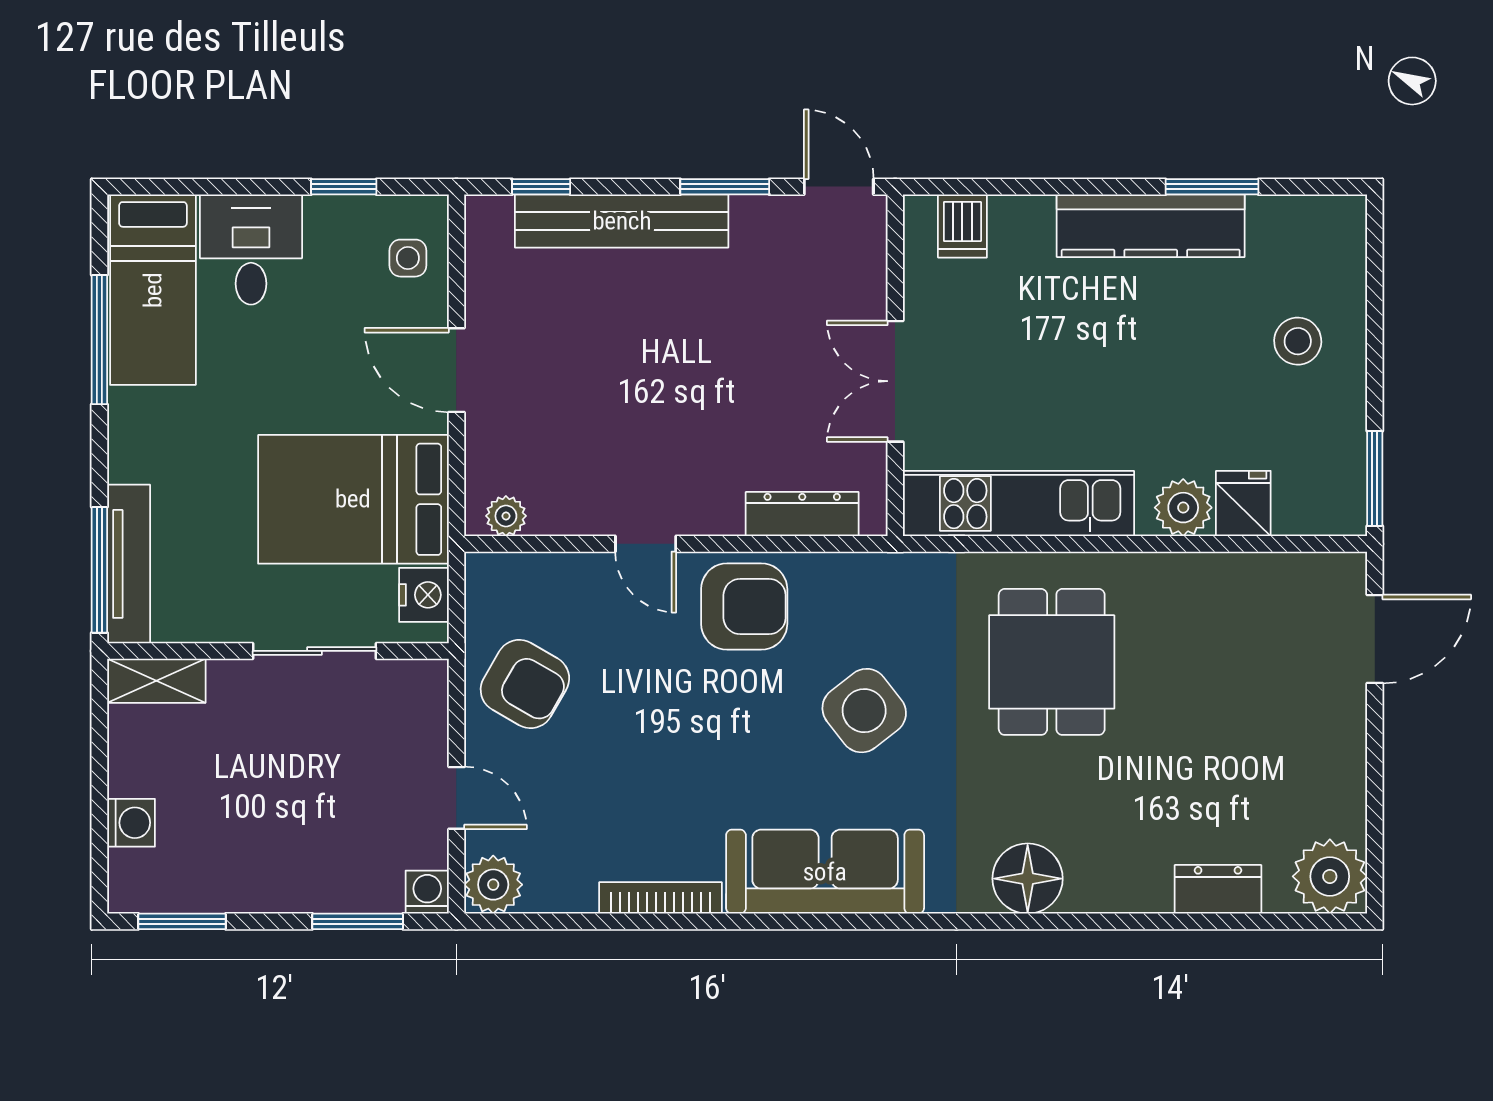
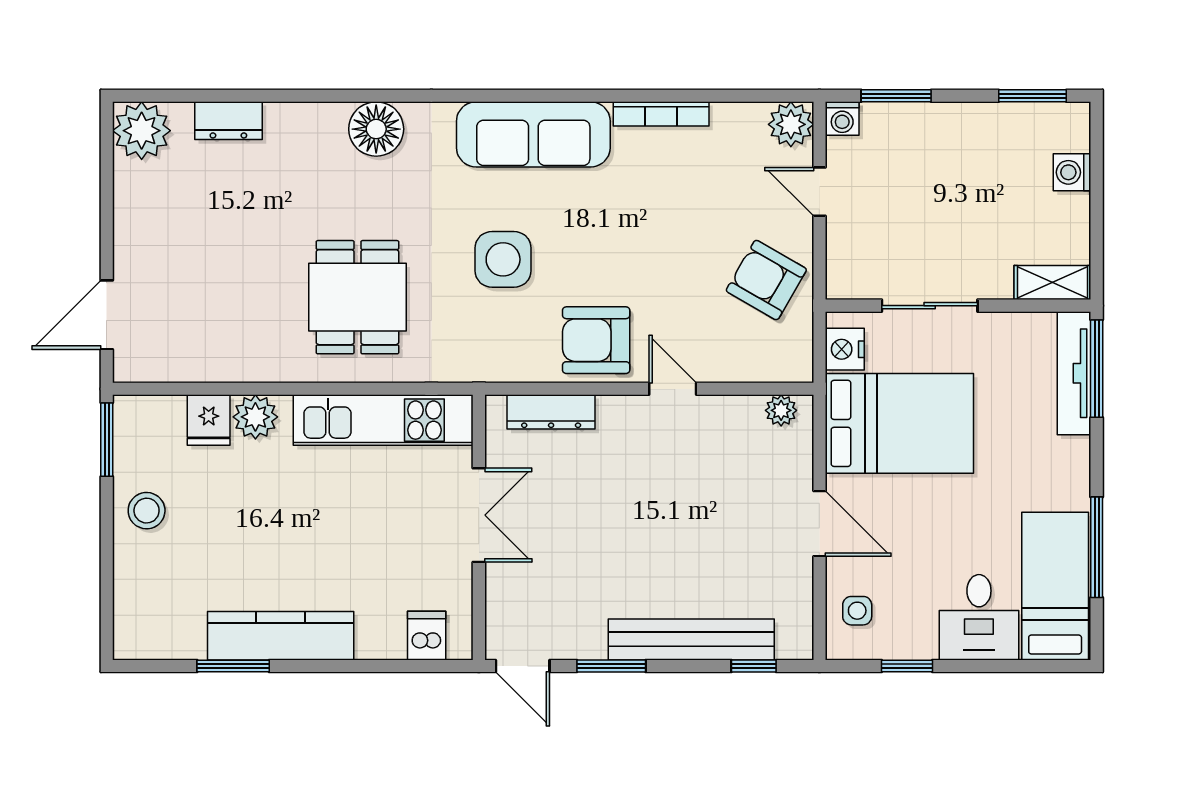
stool: (1298, 341) -> (147, 511), moved
side table: (864, 711) -> (503, 259), turned 38

